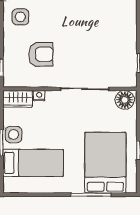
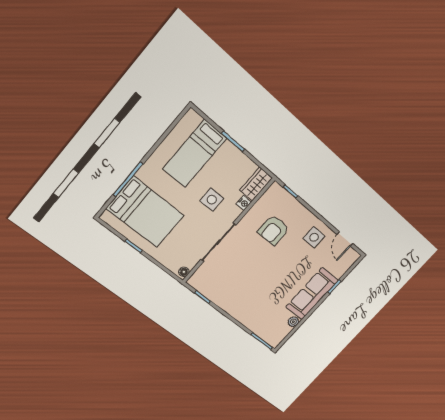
floor lamp: (125, 100) -> (184, 272), width x0.53, depth x0.53
side table: (14, 134) -> (212, 200), moved

